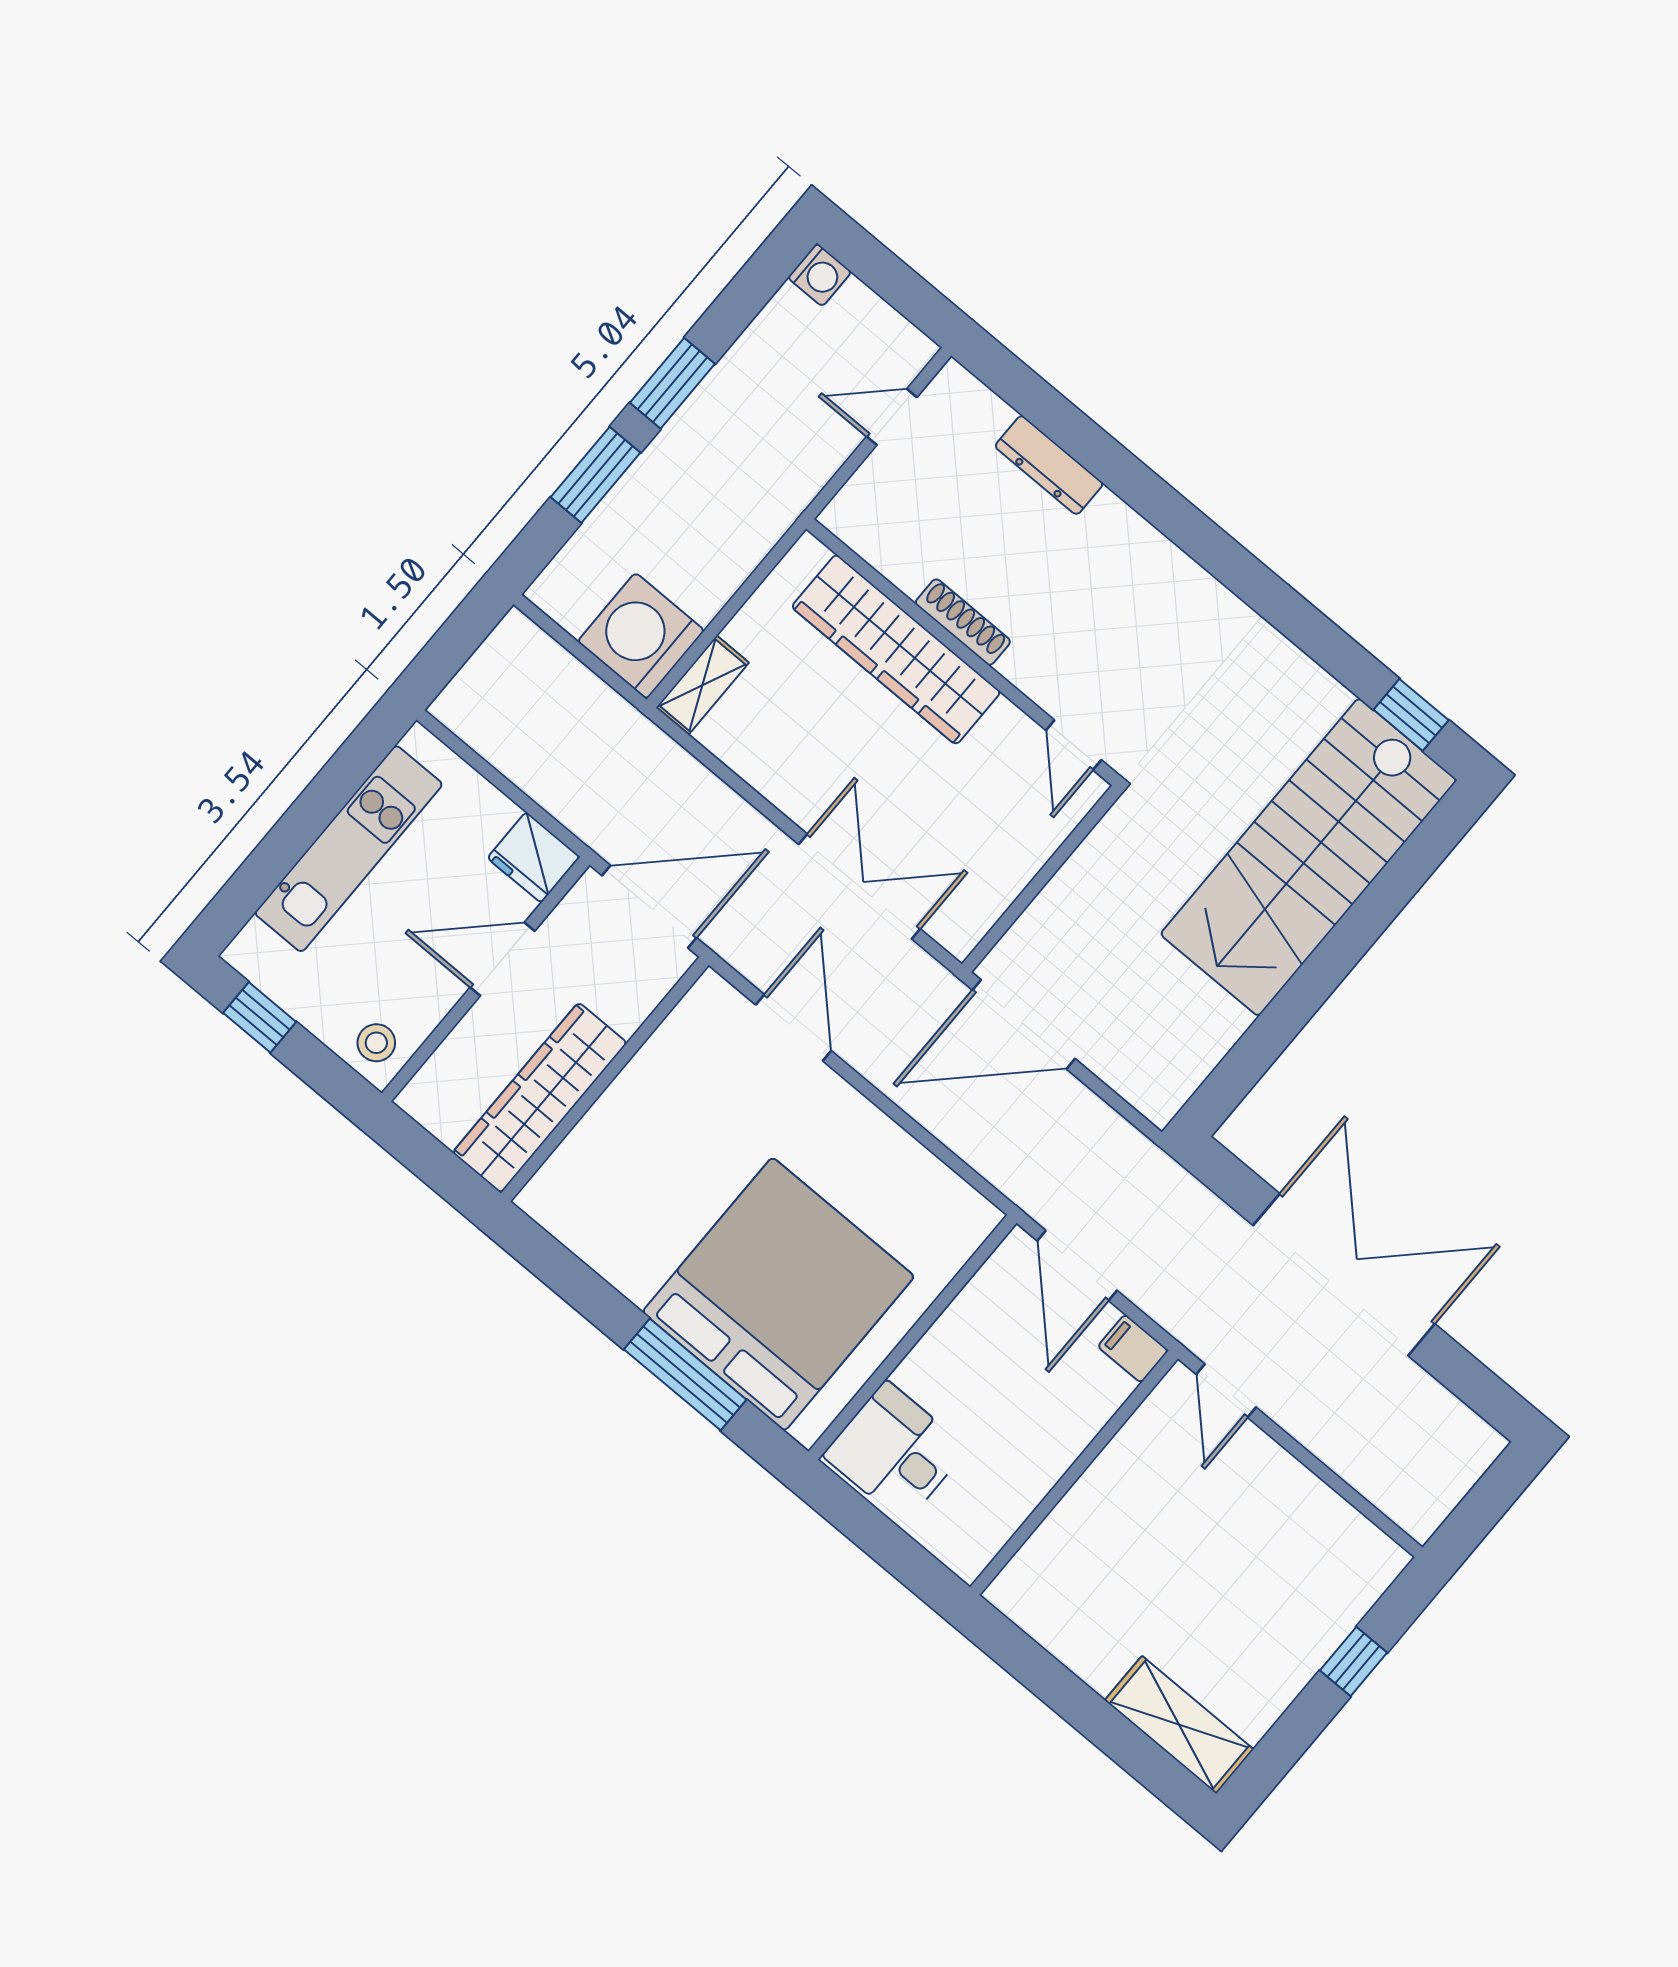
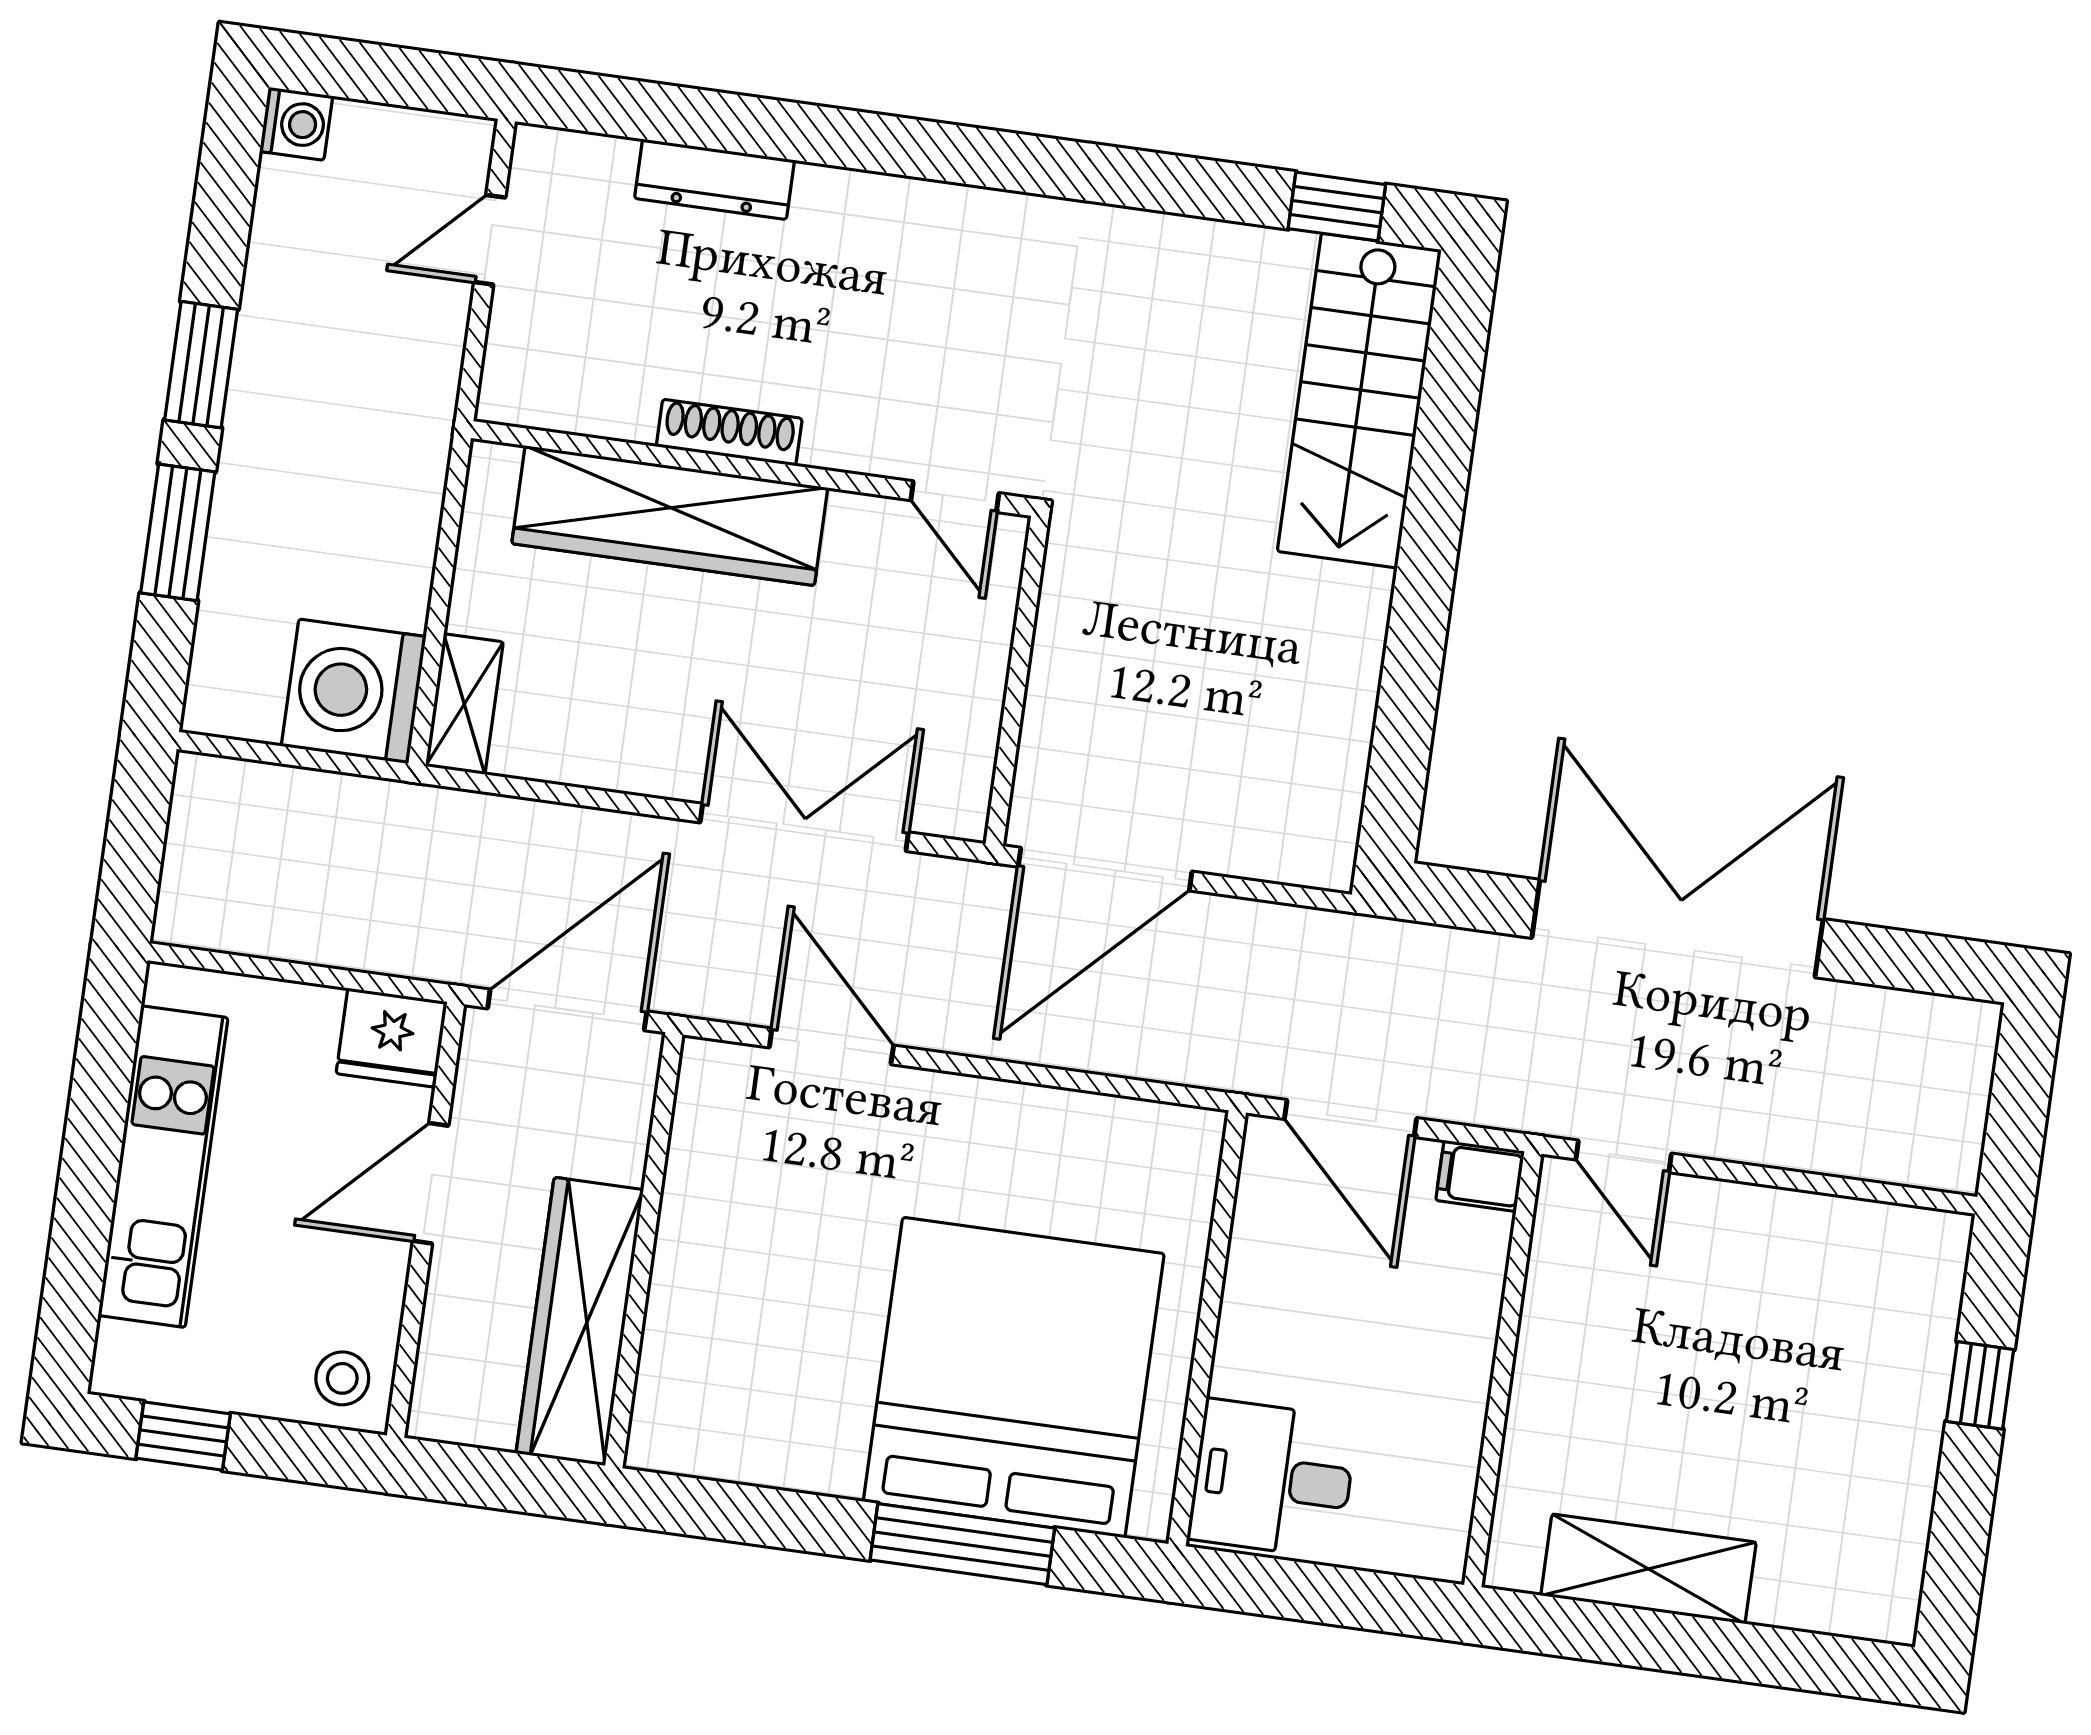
stairs: (1309, 857) -> (1359, 401), width x0.73, depth x0.66
shelving: (1179, 1725) -> (1648, 1569), moved

